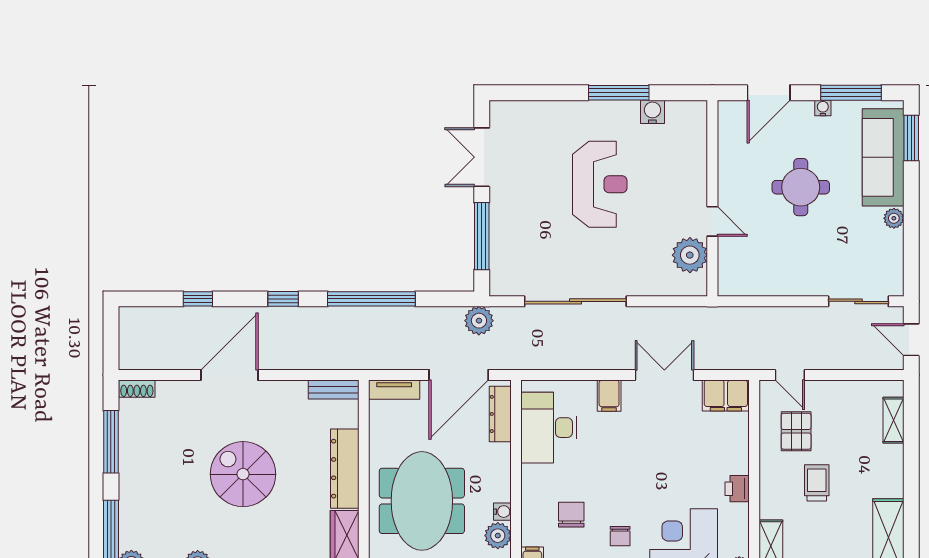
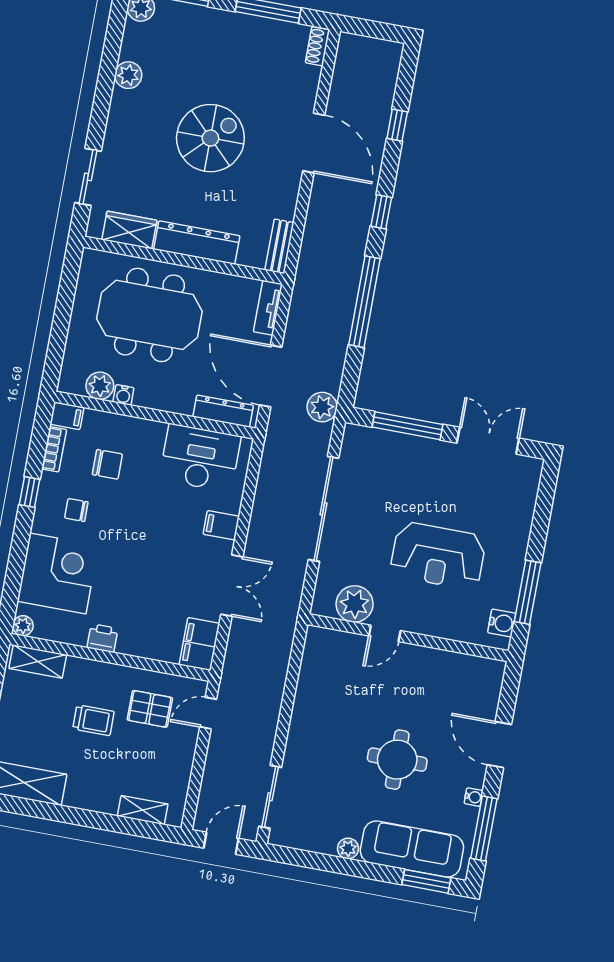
wall: (712, 198) -> (408, 638), moved
door: (712, 221) -> (385, 633), moved
plant: (690, 255) -> (355, 604), moved

